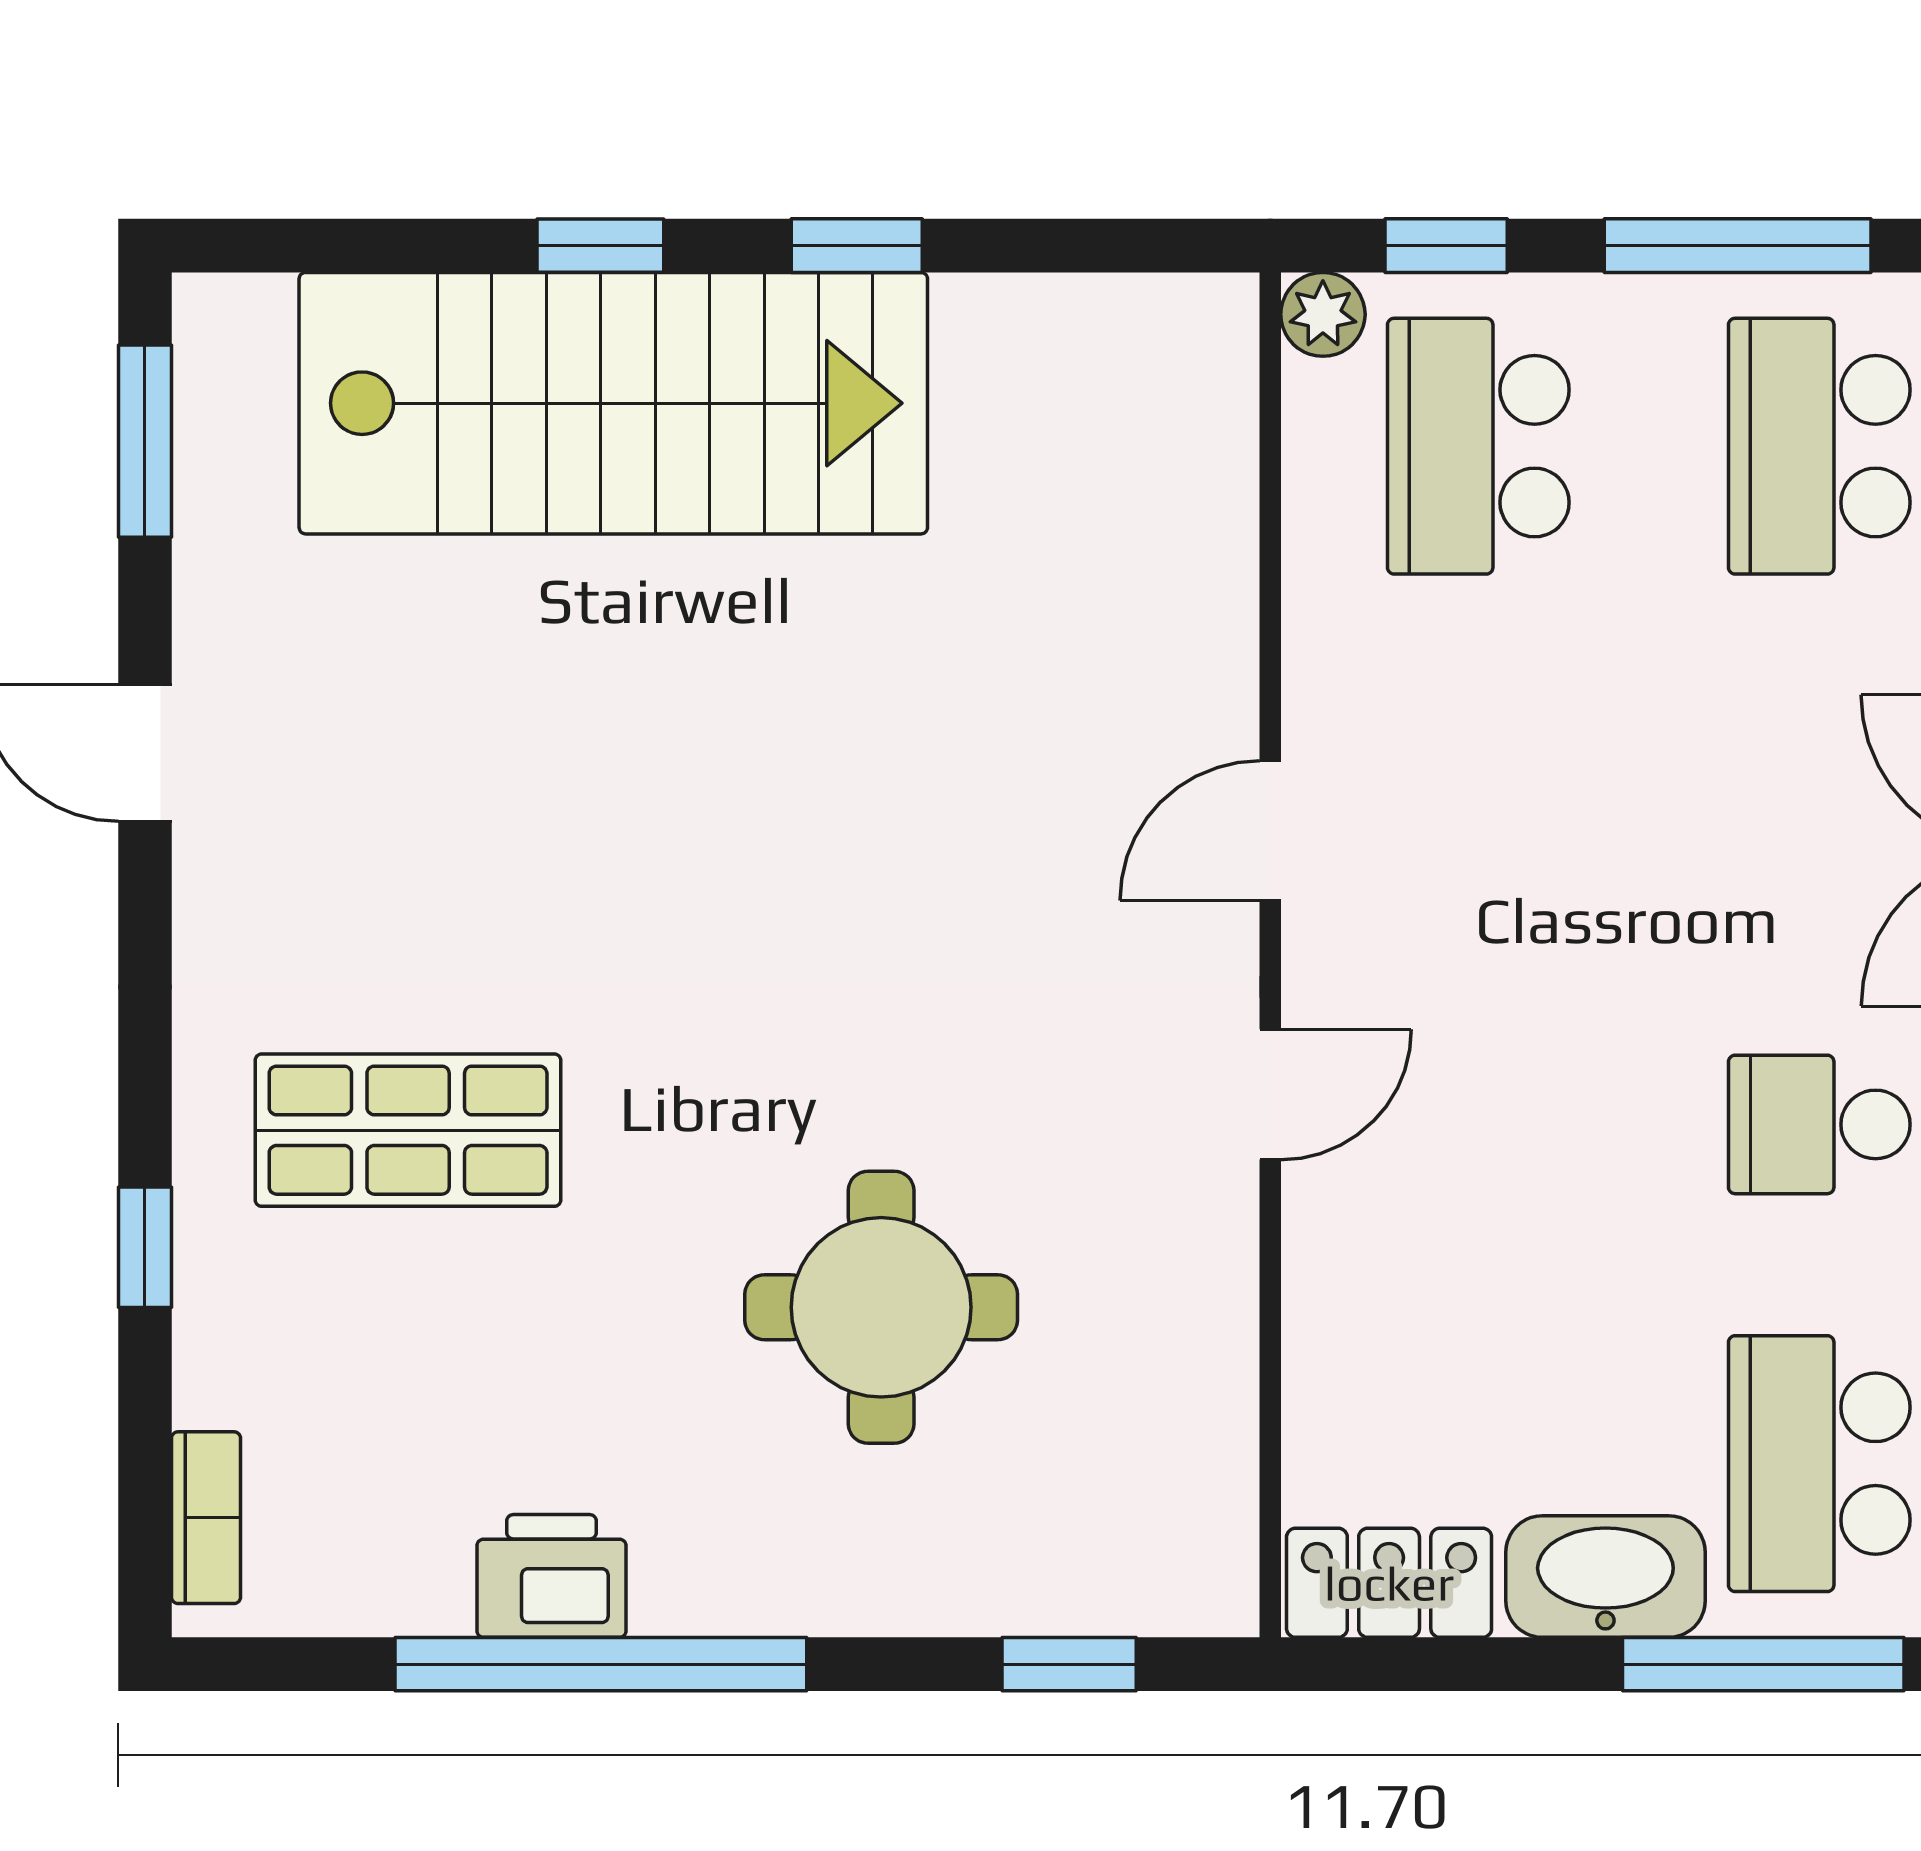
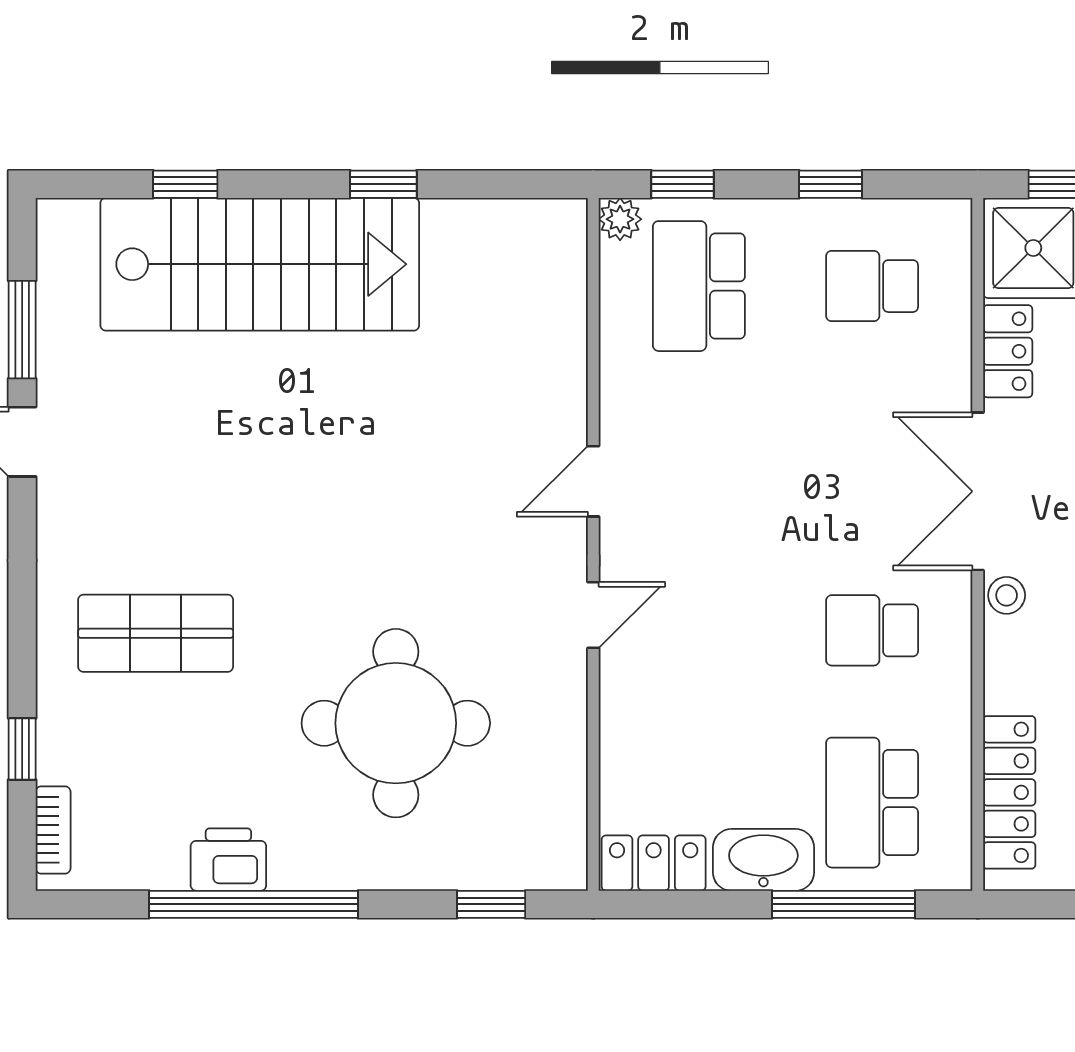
window: (600, 246) -> (185, 184), moved
window: (1738, 246) -> (831, 184), width x0.46
window: (145, 441) -> (22, 330), moved
school desk: (1819, 446) -> (872, 286), width x0.54
window: (145, 1247) -> (22, 749), moved
round table: (881, 1307) -> (396, 723), width x1.36, depth x1.36

